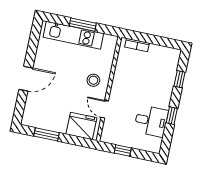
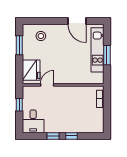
door: (26, 79) -> (77, 21), moved
window: (180, 79) -> (71, 136), moved
stool: (93, 80) -> (41, 36), moved
desk: (151, 121) -> (33, 121), moved

